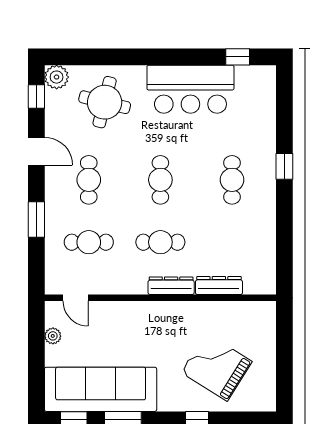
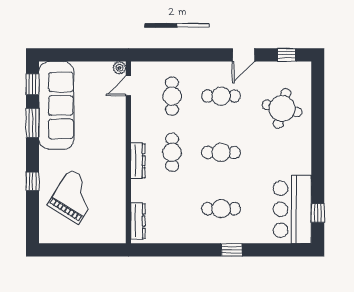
plant: (57, 77) -> (302, 71), removed
bar counter: (190, 89) -> (292, 209), moved
window: (36, 219) -> (190, 55), removed
dresser: (219, 286) -> (138, 221), moved
plant: (53, 336) -> (119, 68), moved

